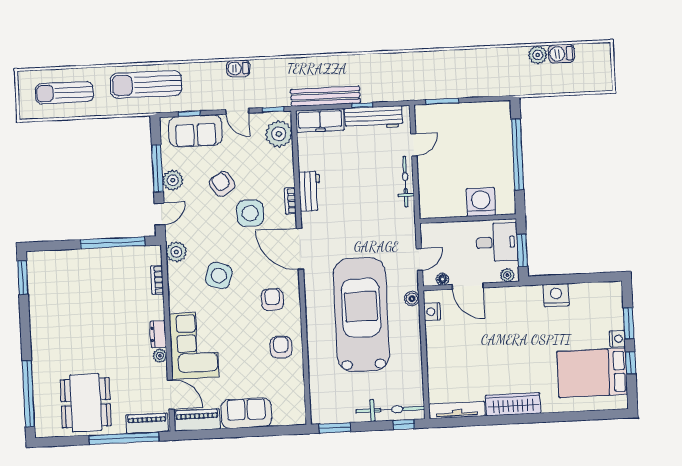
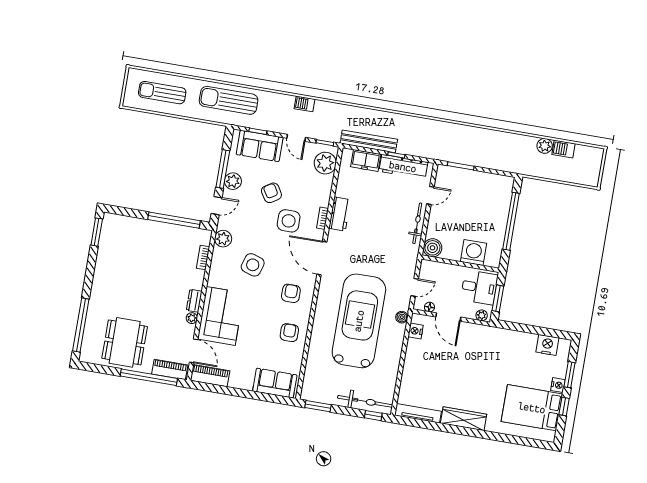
freezer: (320, 120) -> (366, 160), width x0.71
boiler: (430, 207) -> (432, 248), added
nightstand: (556, 295) -> (547, 345), moved
sofa: (246, 413) -> (275, 383), moved

